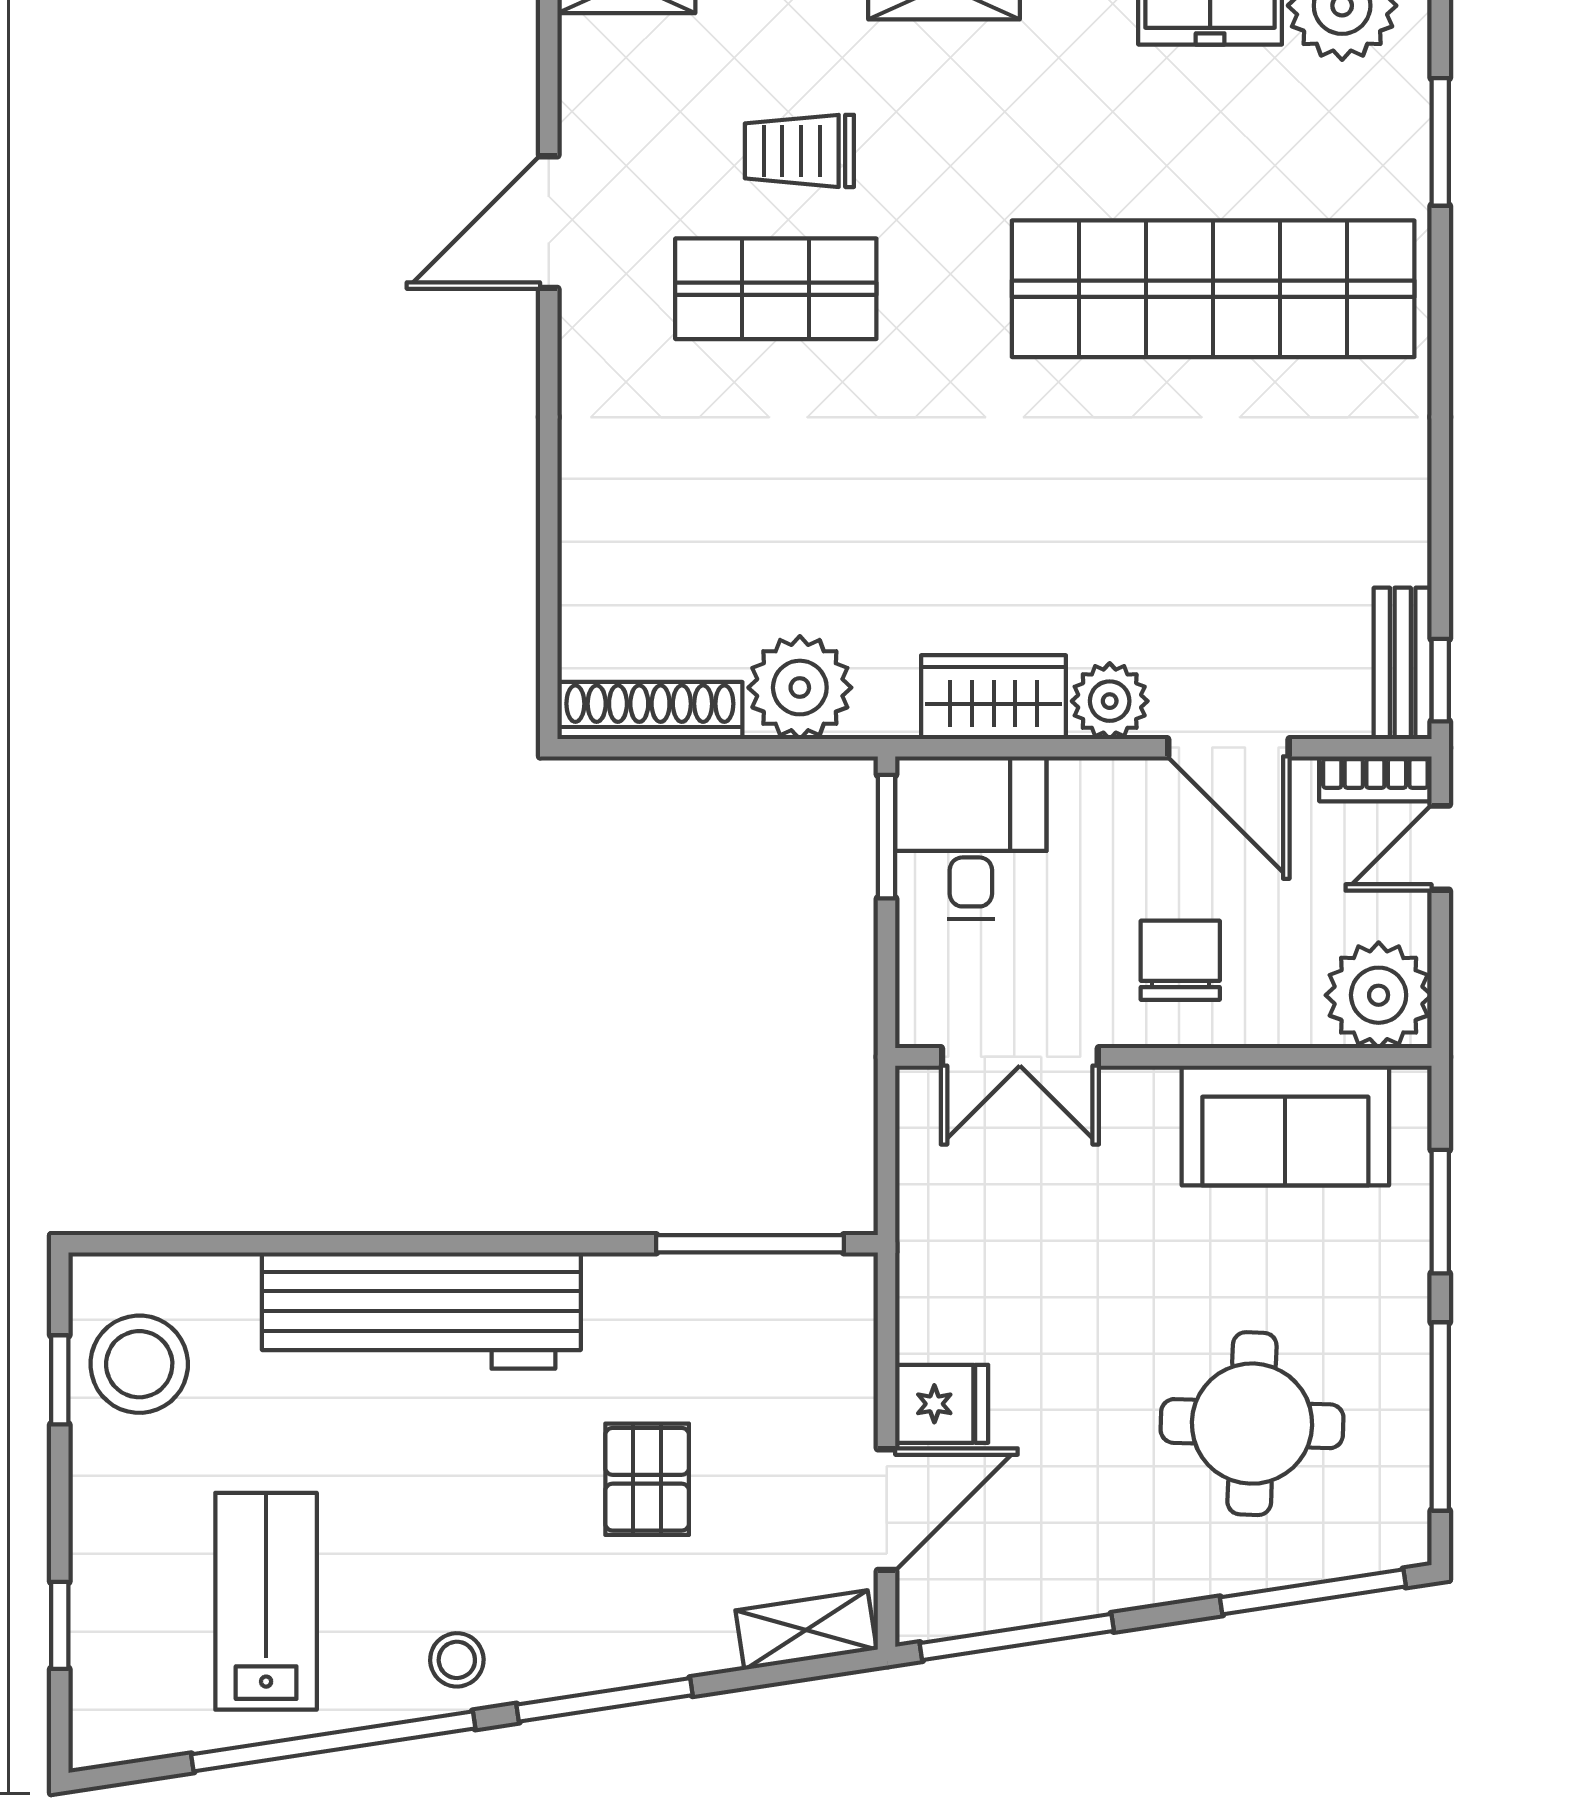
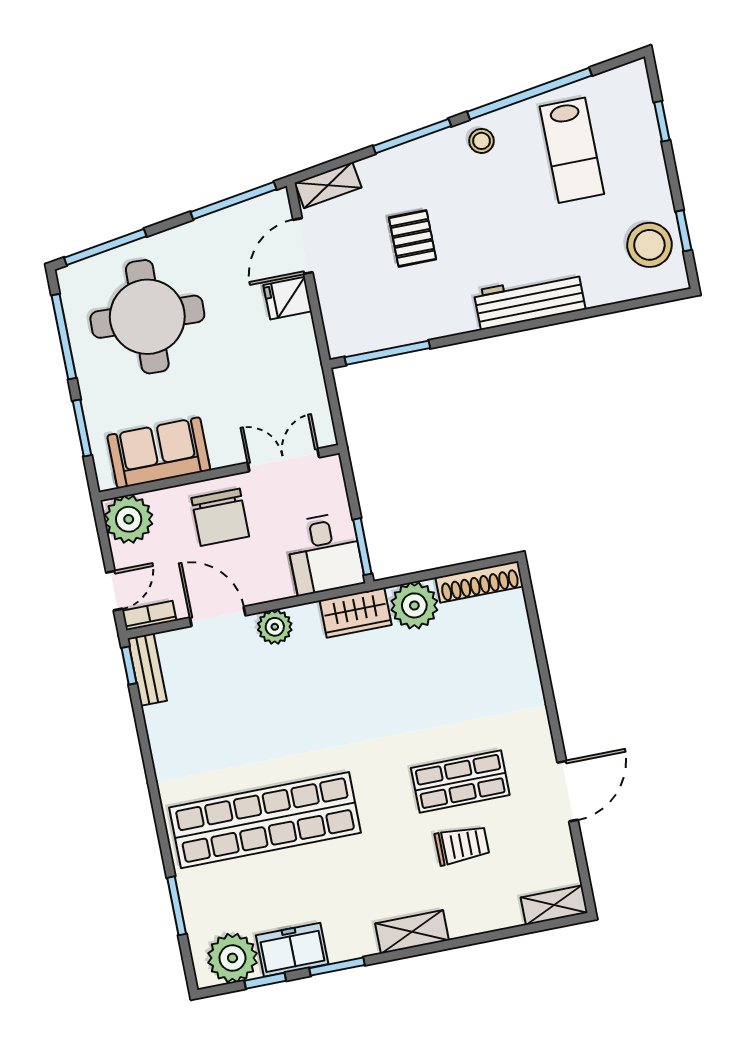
wardrobe: (994, 697) -> (356, 613), moved
chair: (1180, 960) -> (220, 517), width x1.37, depth x1.37
workbench: (421, 1311) -> (529, 300), width x0.73, depth x0.76
round table: (1252, 1424) -> (147, 317), width x1.36, depth x1.36

